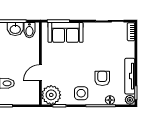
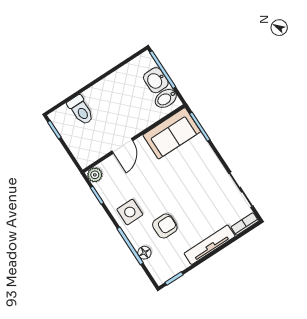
sofa: (66, 32) -> (172, 133), moved, turned -90
door: (40, 73) -> (122, 146), swing flipped
tv unit: (130, 76) -> (210, 245), moved
plant: (51, 95) -> (95, 175), width x0.53, depth x0.53
plant: (130, 100) -> (161, 277), removed

